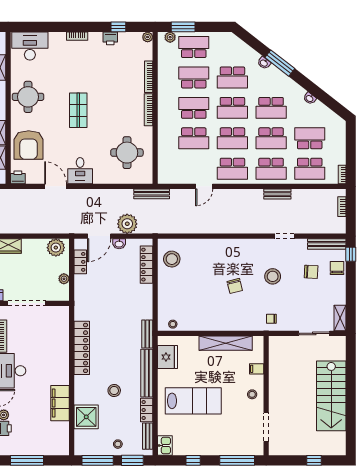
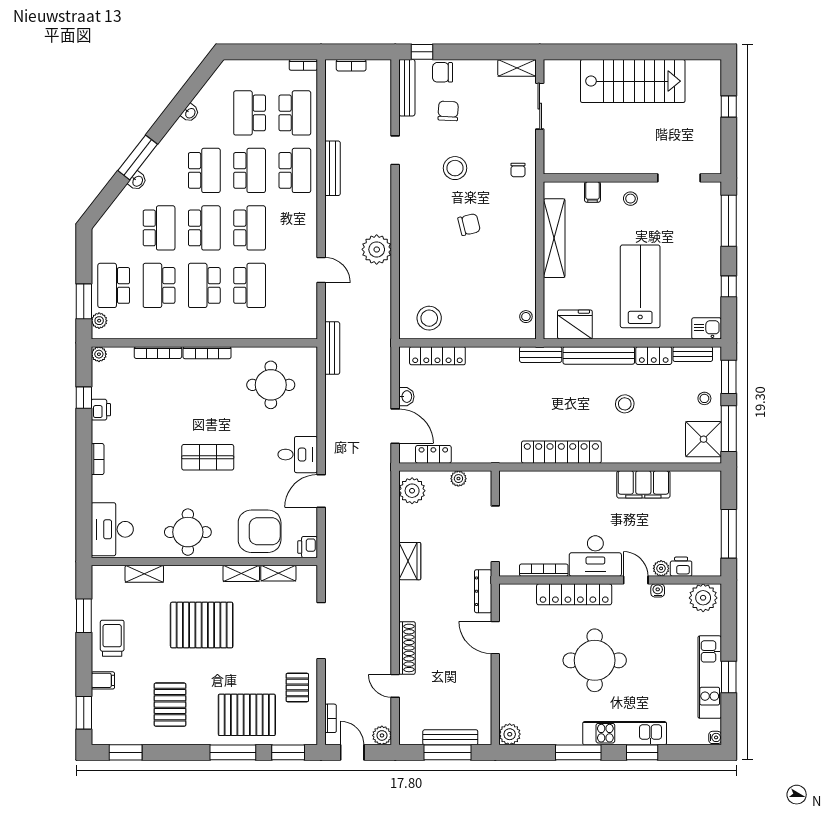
school desk: (232, 169) -> (295, 228), removed
bench: (277, 194) -> (332, 168), width x1.36
plant: (127, 224) -> (377, 249), moved
shower: (86, 417) -> (704, 439), moved

